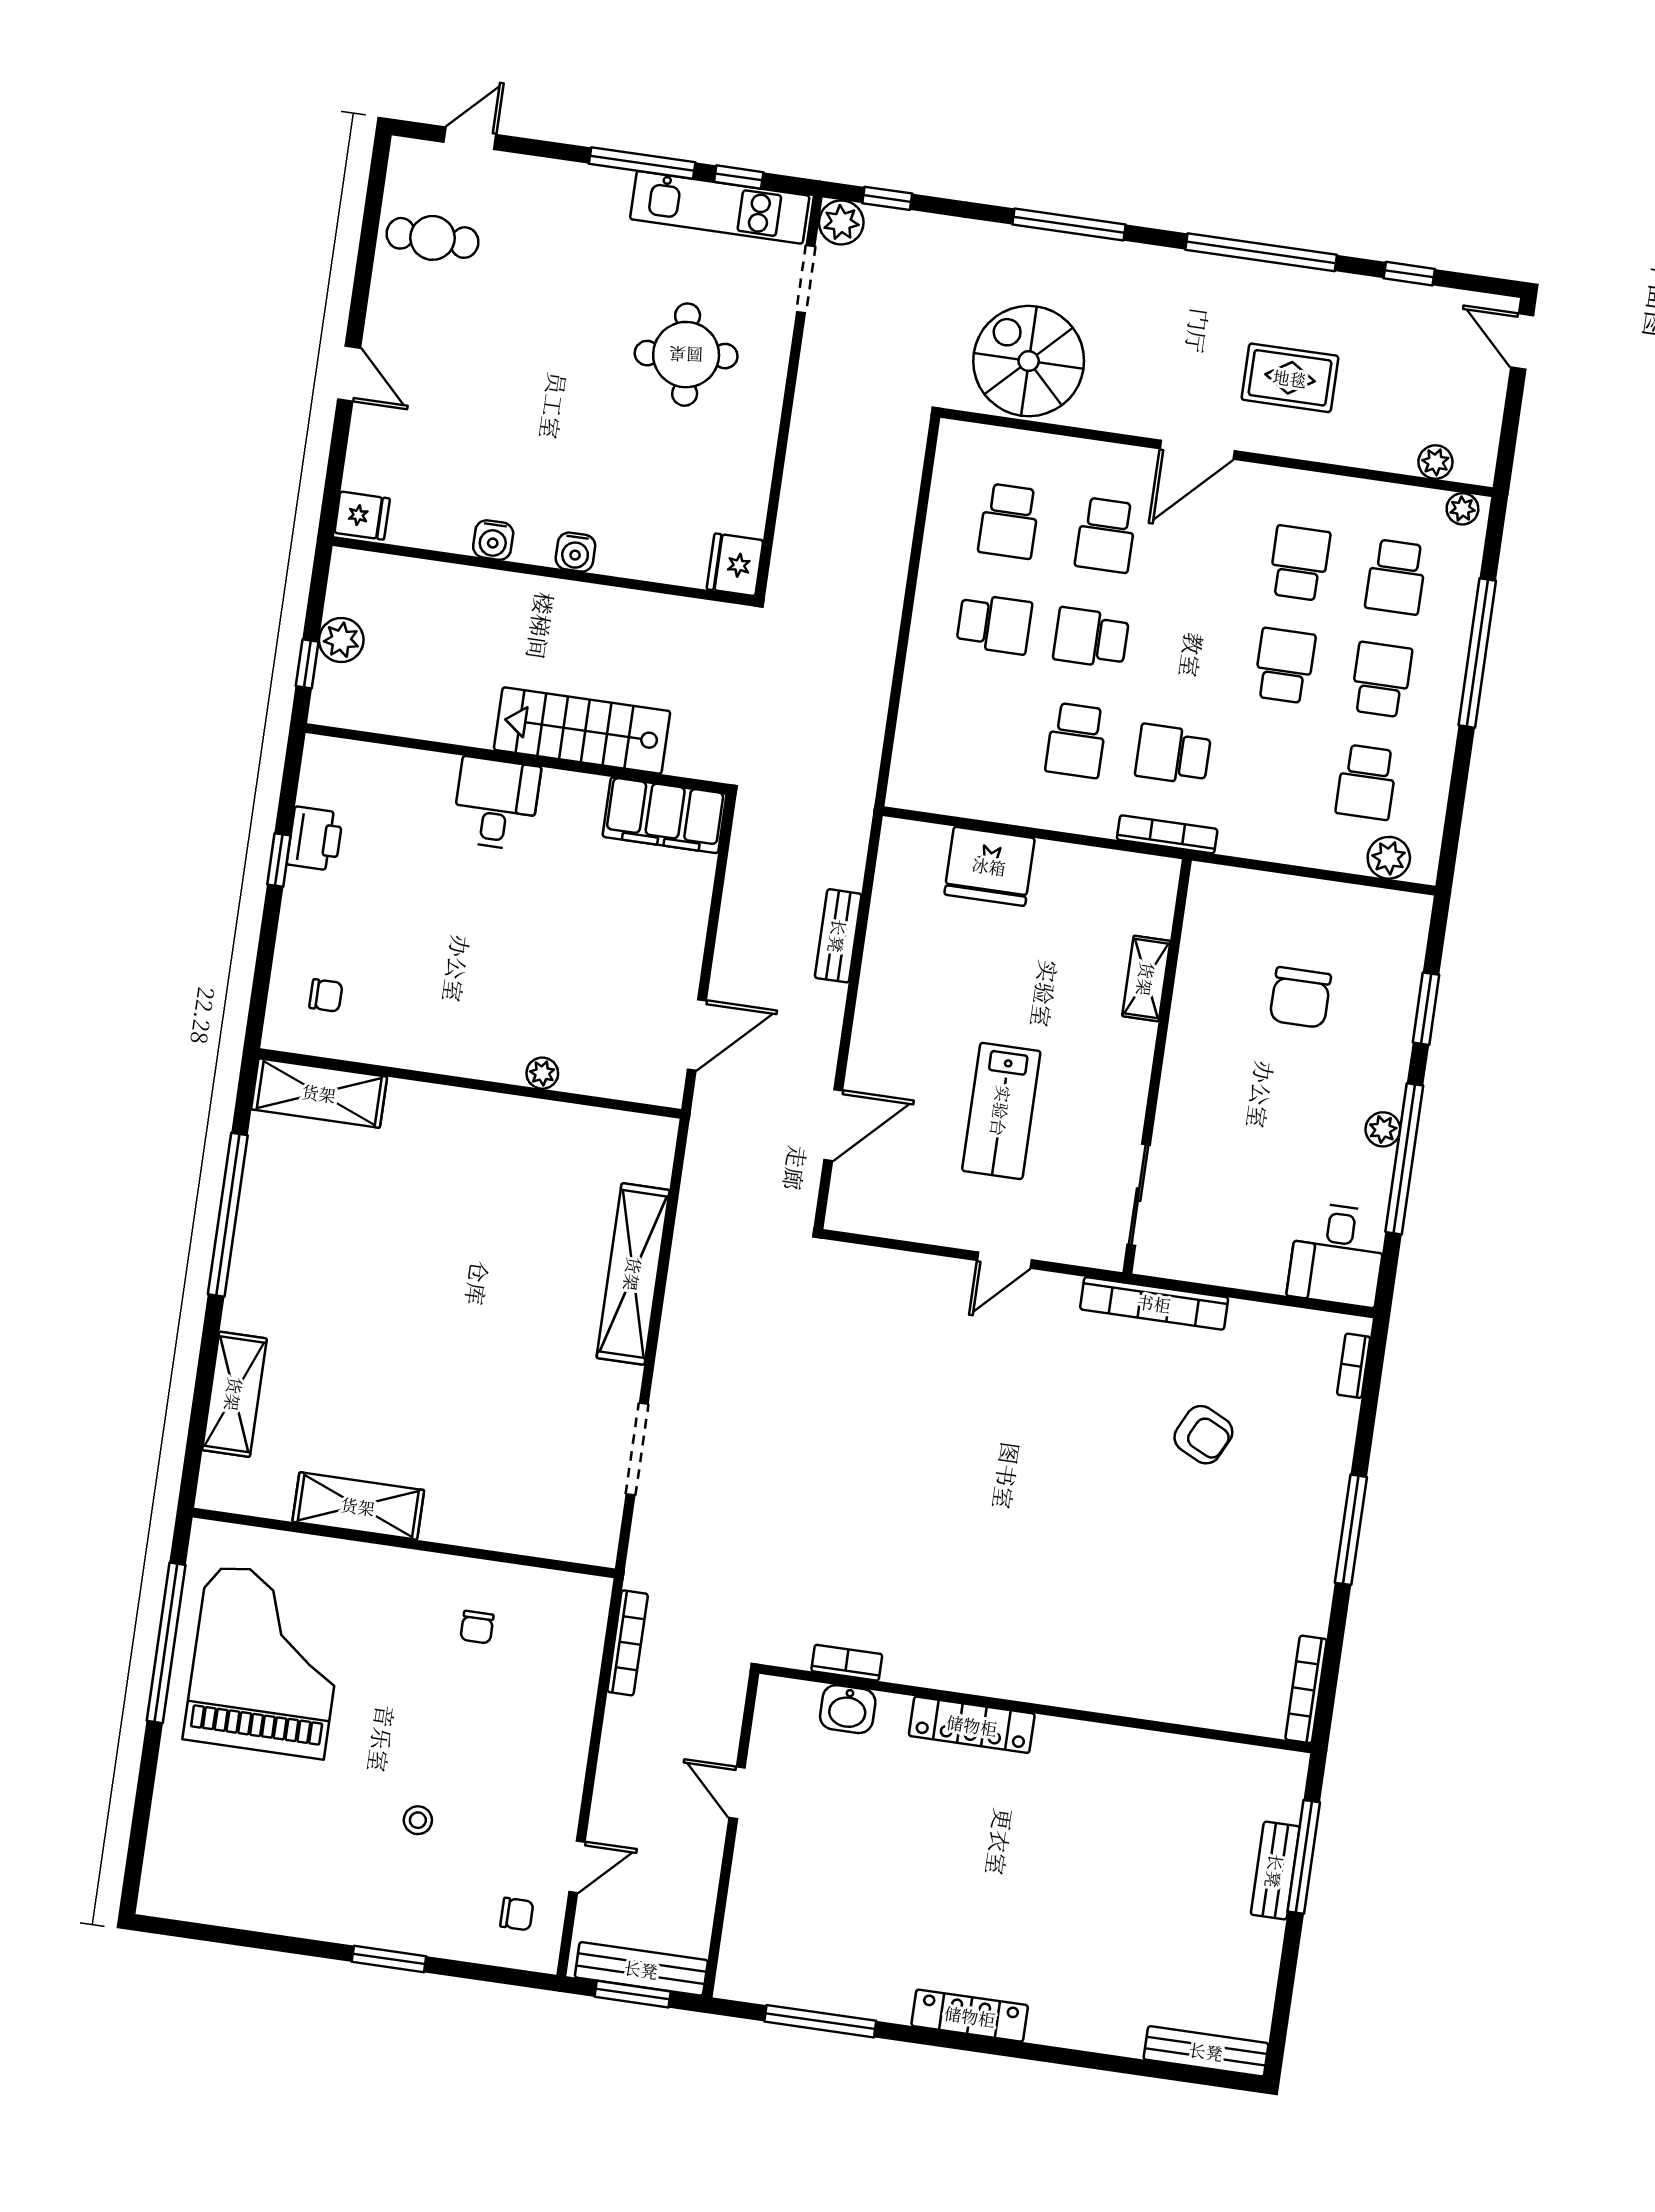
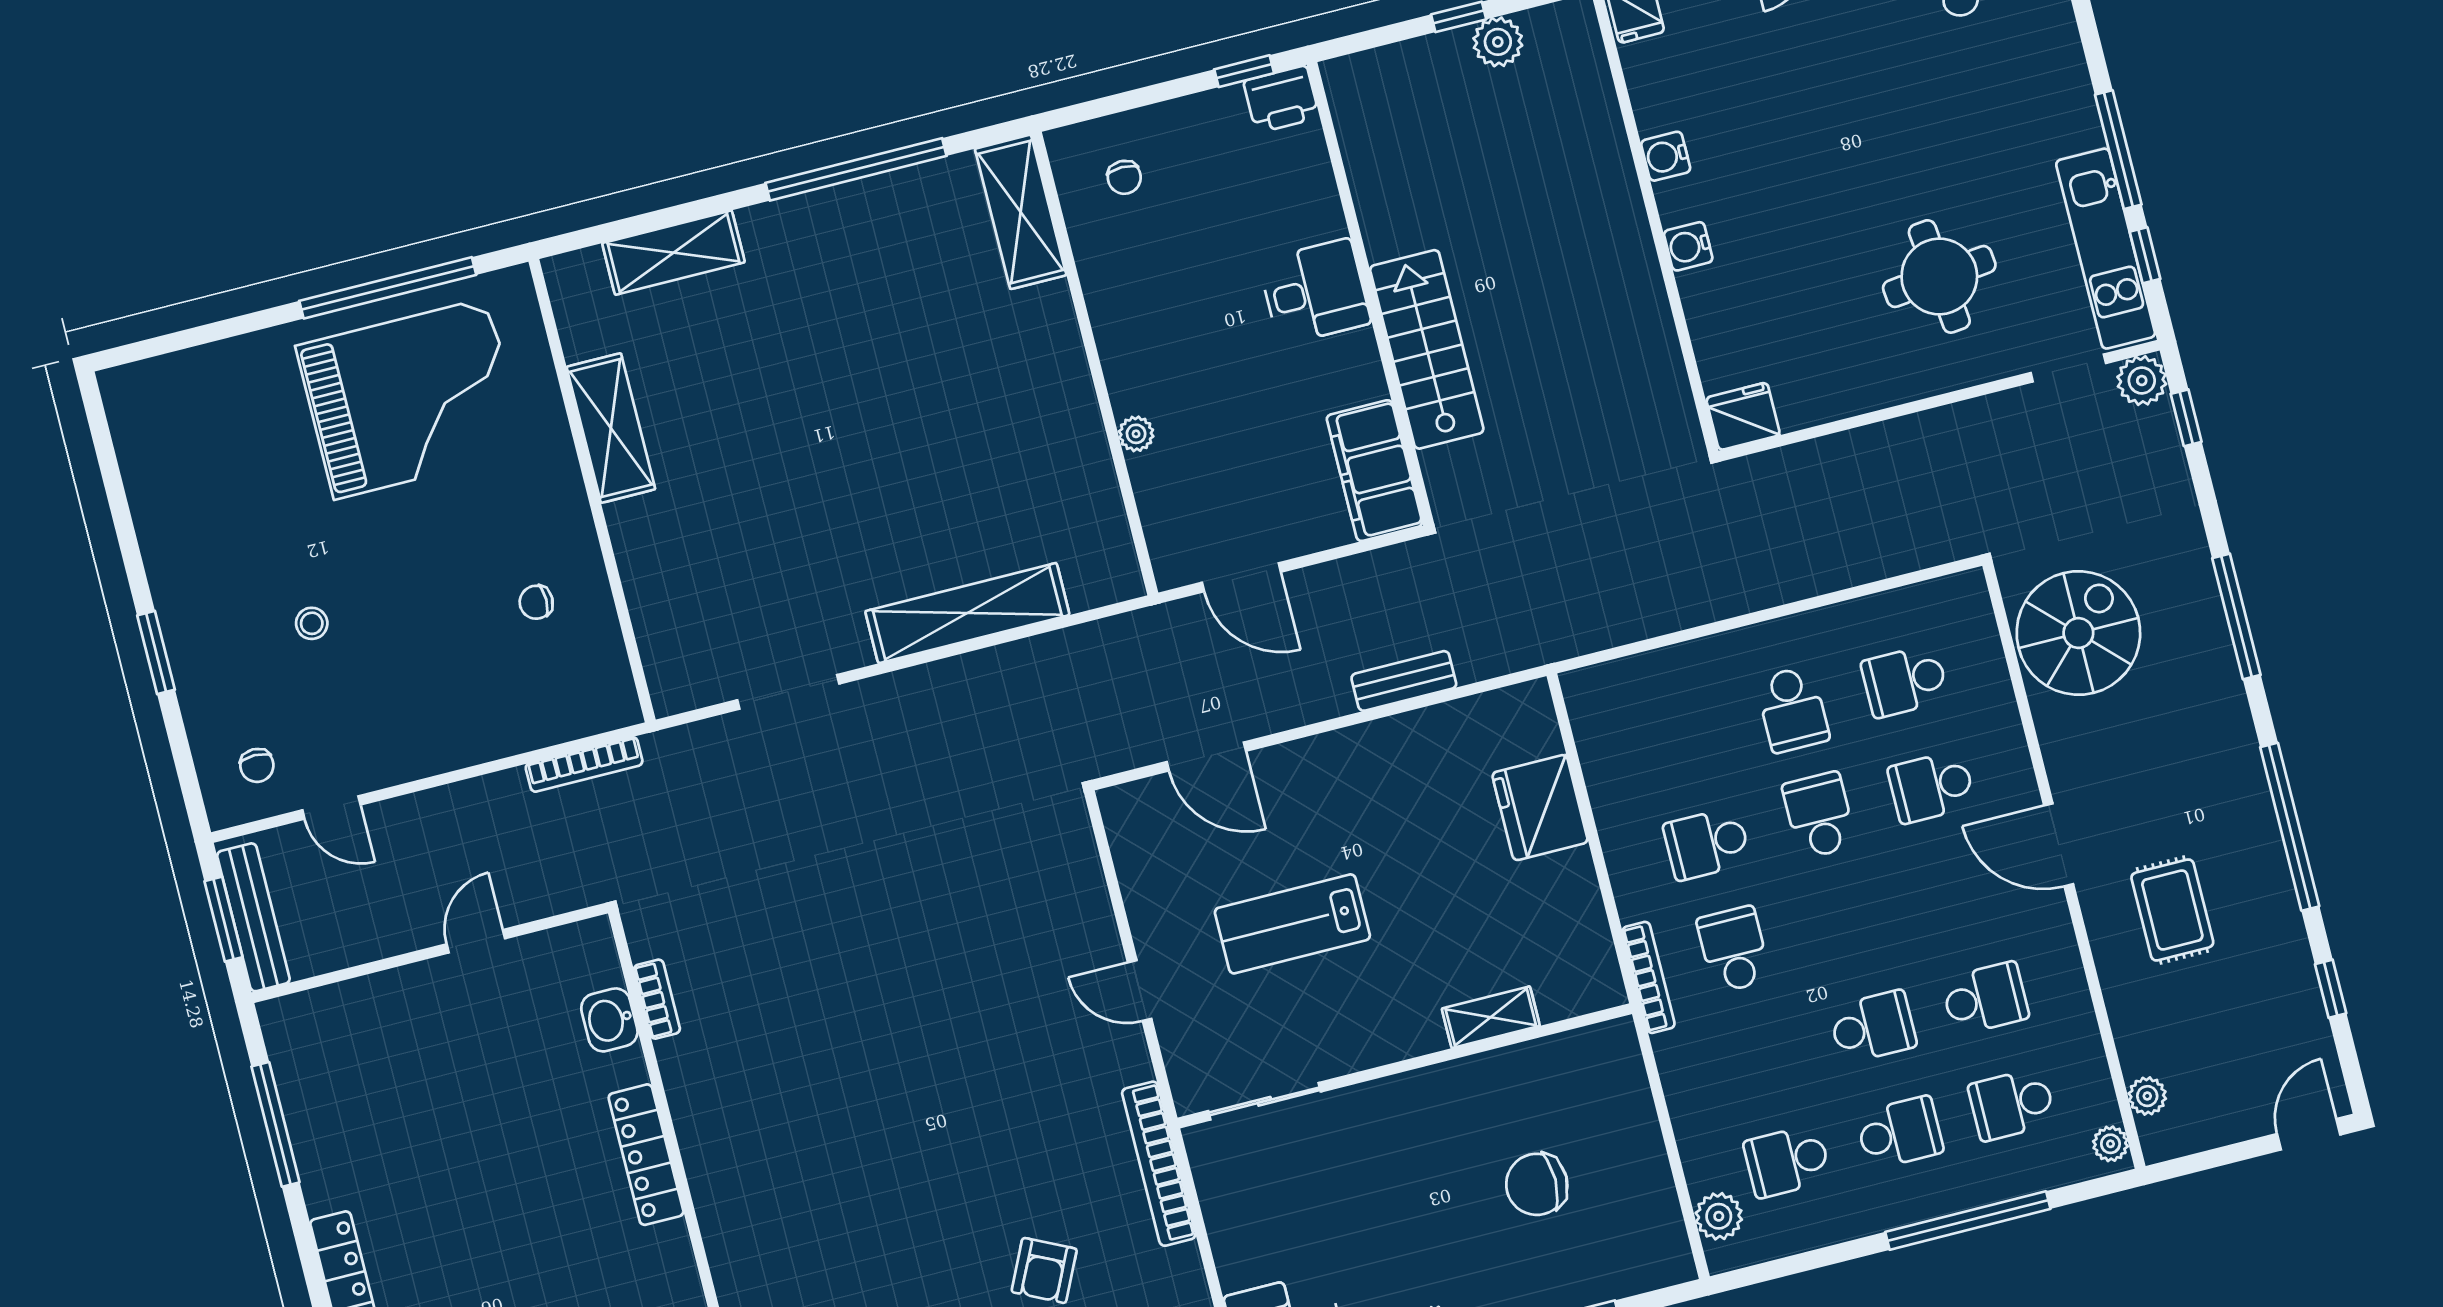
stairs: (582, 731) -> (1427, 349), moved
wall: (517, 758) -> (1370, 294), moved
desk: (496, 804) -> (1315, 292), moved
filing cabinet: (665, 815) -> (1374, 471), moved

